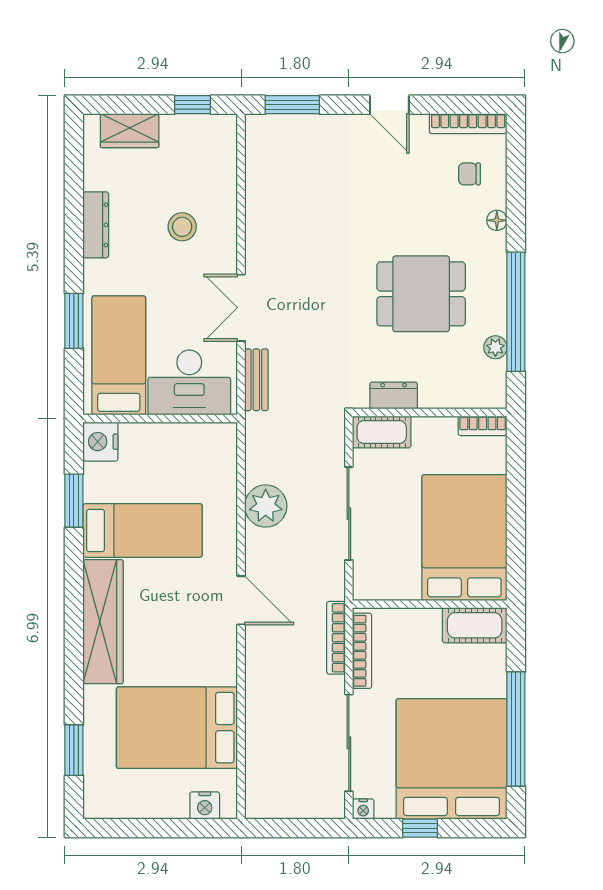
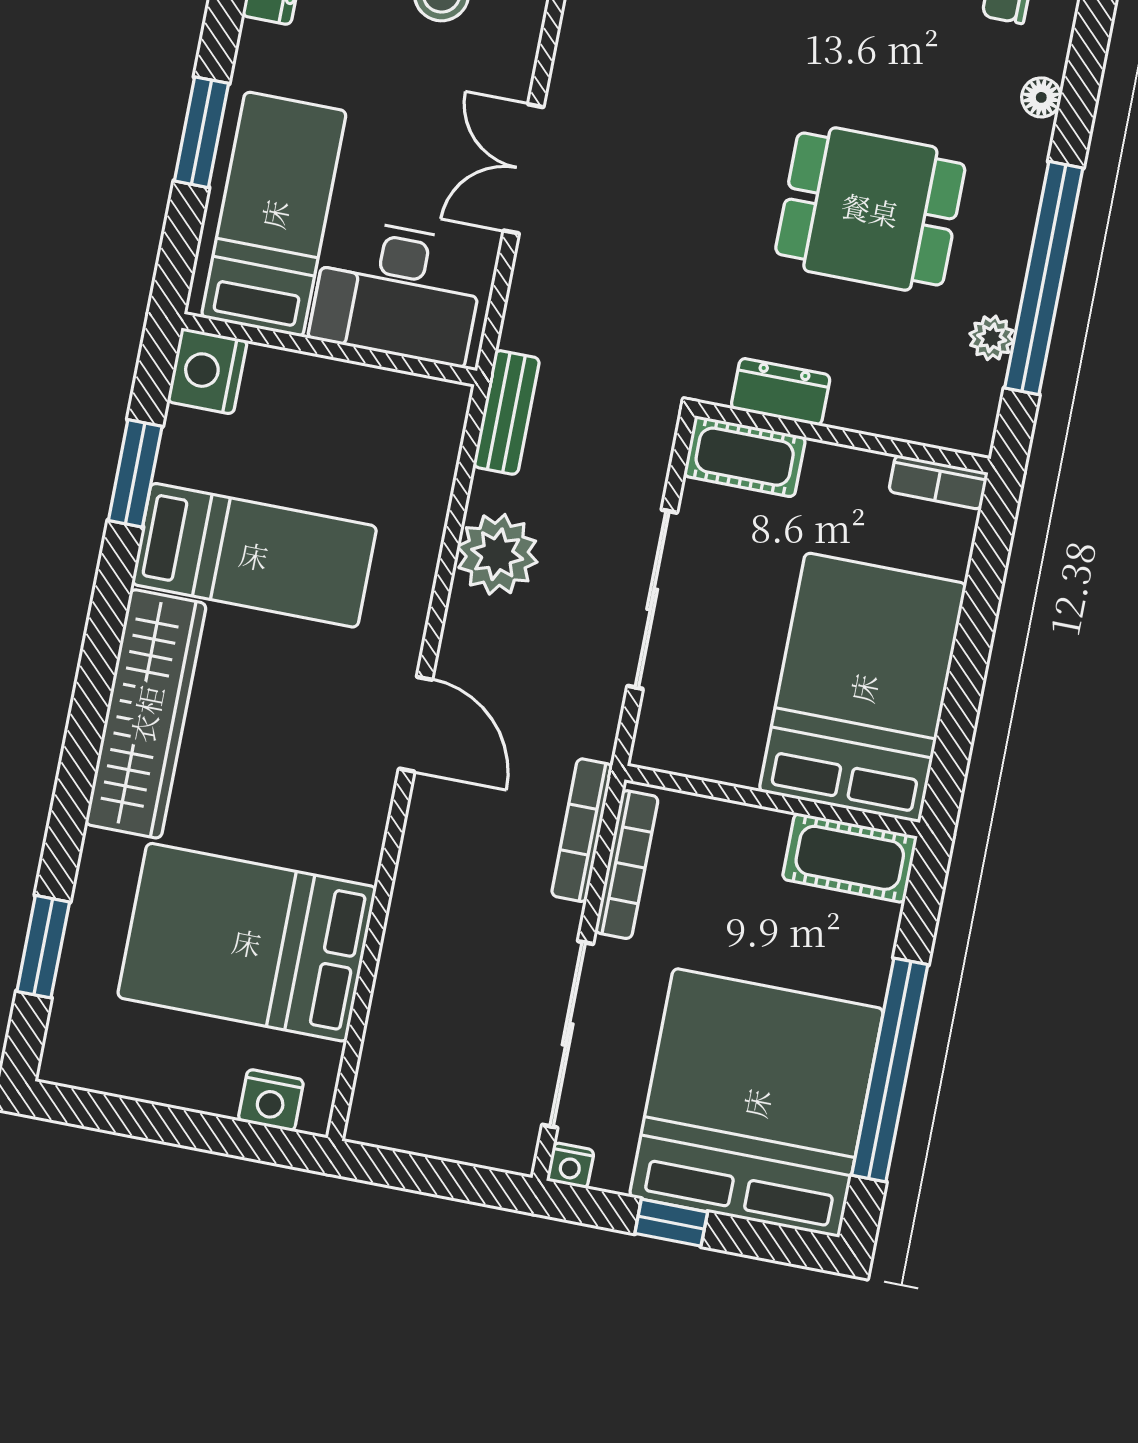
bench: (256, 380) -> (506, 412), moved

